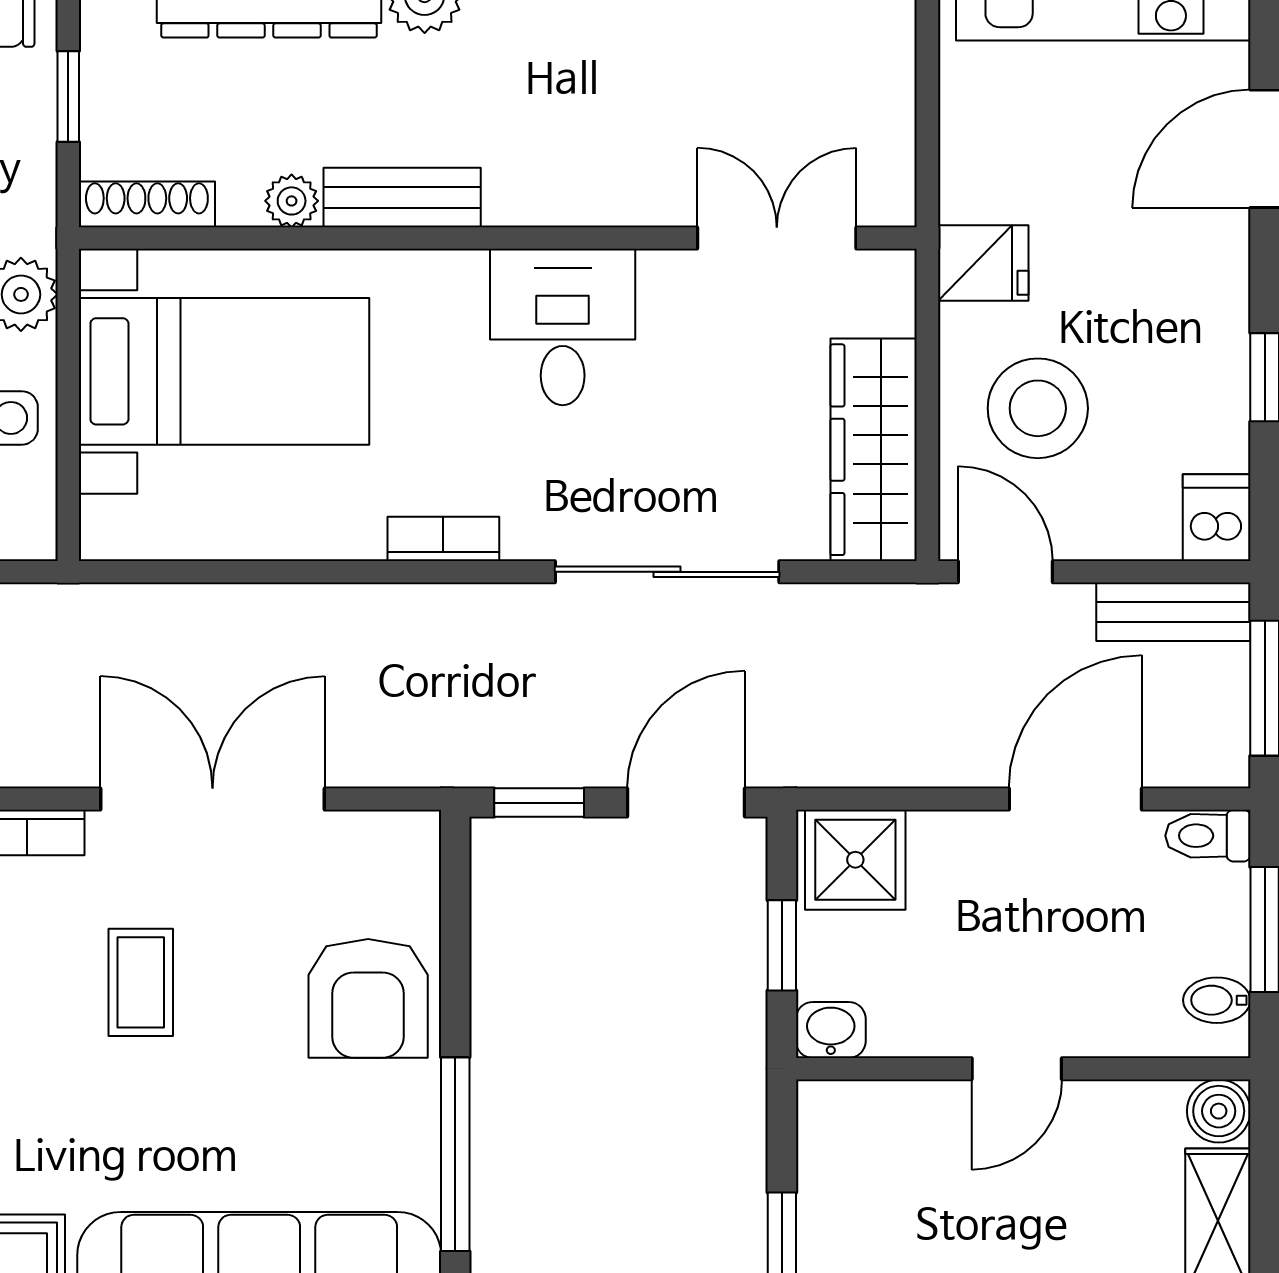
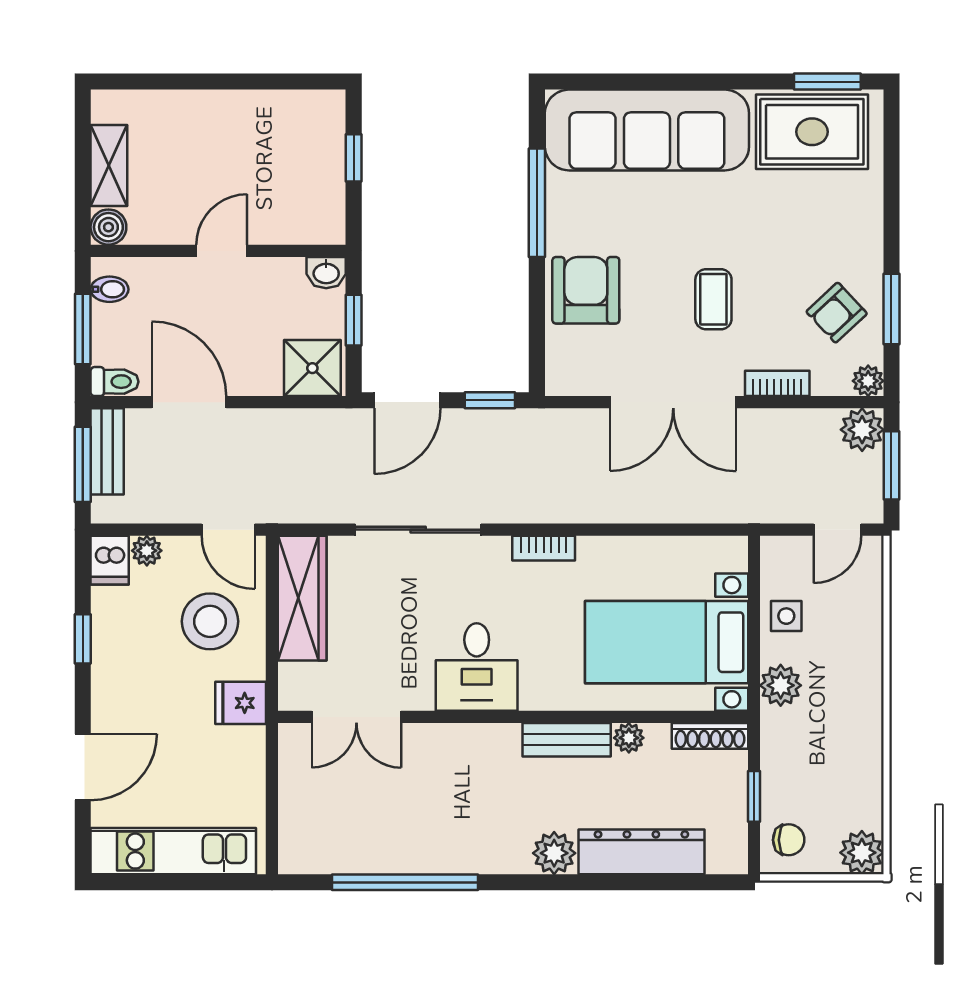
plant: (1150, 534) -> (147, 551), added
bench: (1173, 612) -> (107, 451), moved, turned 90
door: (1075, 799) -> (189, 402), swing flipped

